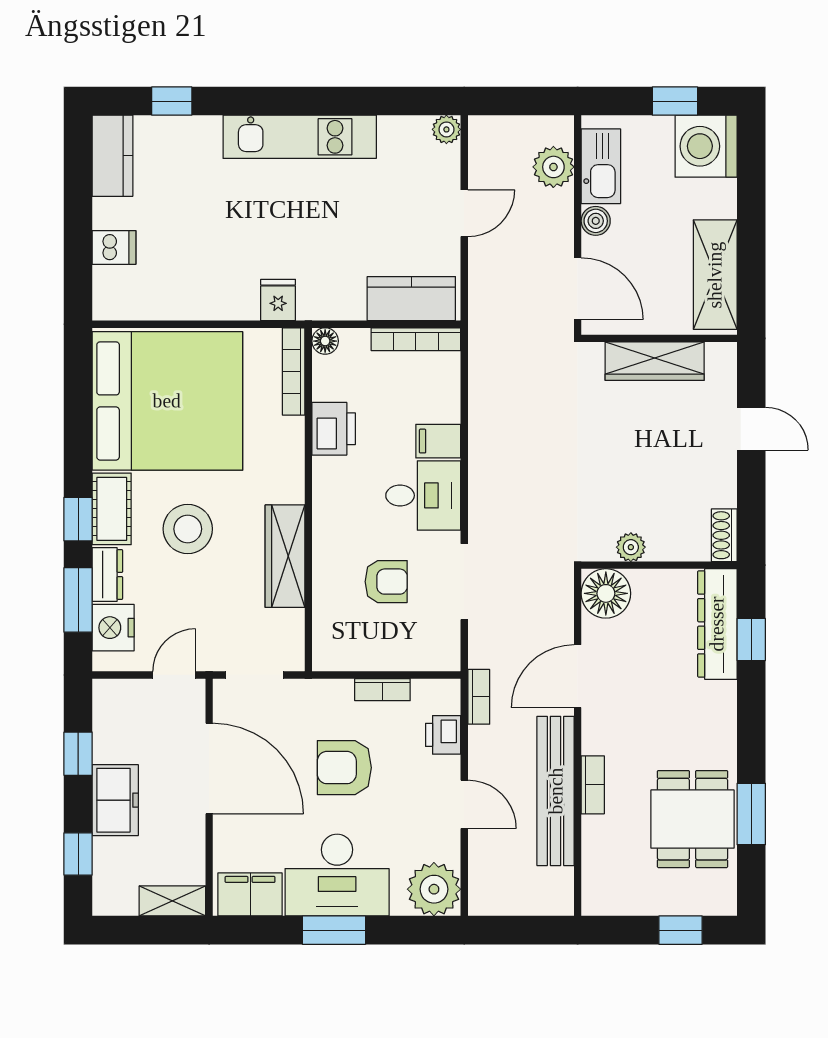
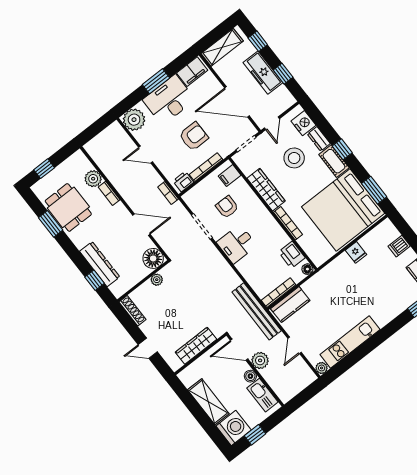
kitchen unit: (300, 137) -> (350, 342), moved
plant: (553, 167) -> (260, 360), moved
shelving: (715, 275) -> (208, 402), moved
fridge: (278, 300) -> (356, 252), moved
bookcase: (294, 371) -> (288, 223), moved
printer: (334, 429) -> (292, 255), moved
filing cabinet: (438, 441) -> (230, 176), moved, turned 180
stool: (188, 529) -> (294, 158), moved
shoe rack: (724, 535) -> (132, 311), width x1.43
armchair: (386, 582) -> (227, 207), turned 90
window: (78, 600) -> (374, 190), moved
dresser: (717, 624) -> (100, 264), moved
door: (578, 676) -> (141, 225), hinge flipped
bookcase: (382, 690) -> (206, 167), width x1.56
printer: (443, 735) -> (183, 182), moved, turned -90
bench: (556, 791) -> (257, 311), moved
freezer: (115, 800) -> (263, 73), width x1.40
plant: (601, 837) -> (93, 179), added
shelving: (172, 901) -> (222, 47), width x1.50, depth x1.33

